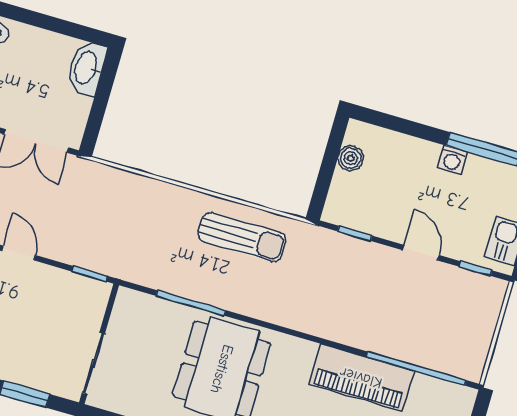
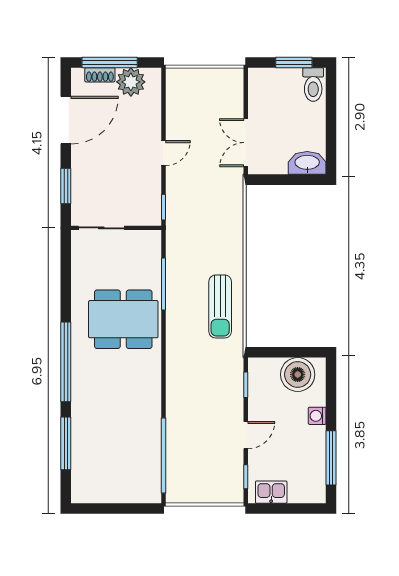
boiler: (351, 158) -> (298, 374), width x1.86, depth x1.86
washing machine: (452, 160) -> (317, 416), moved
piano: (361, 378) -> (146, 419), removed

